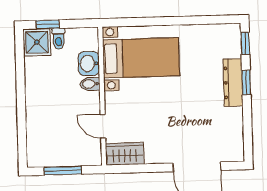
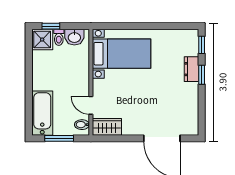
washbasin: (89, 64) -> (74, 37), moved, turned -90
dresser: (233, 83) -> (191, 69), width x0.70
bidet: (90, 84) -> (82, 125), moved
bathtub: (40, 138) -> (42, 113), added

